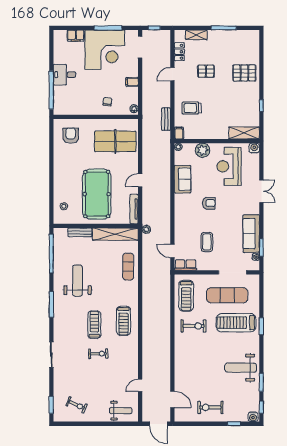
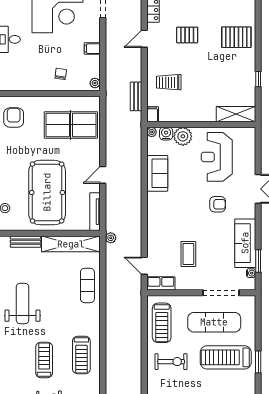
water cooler: (254, 148) -> (166, 134), moved
armchair: (209, 203) -> (218, 204), moved

